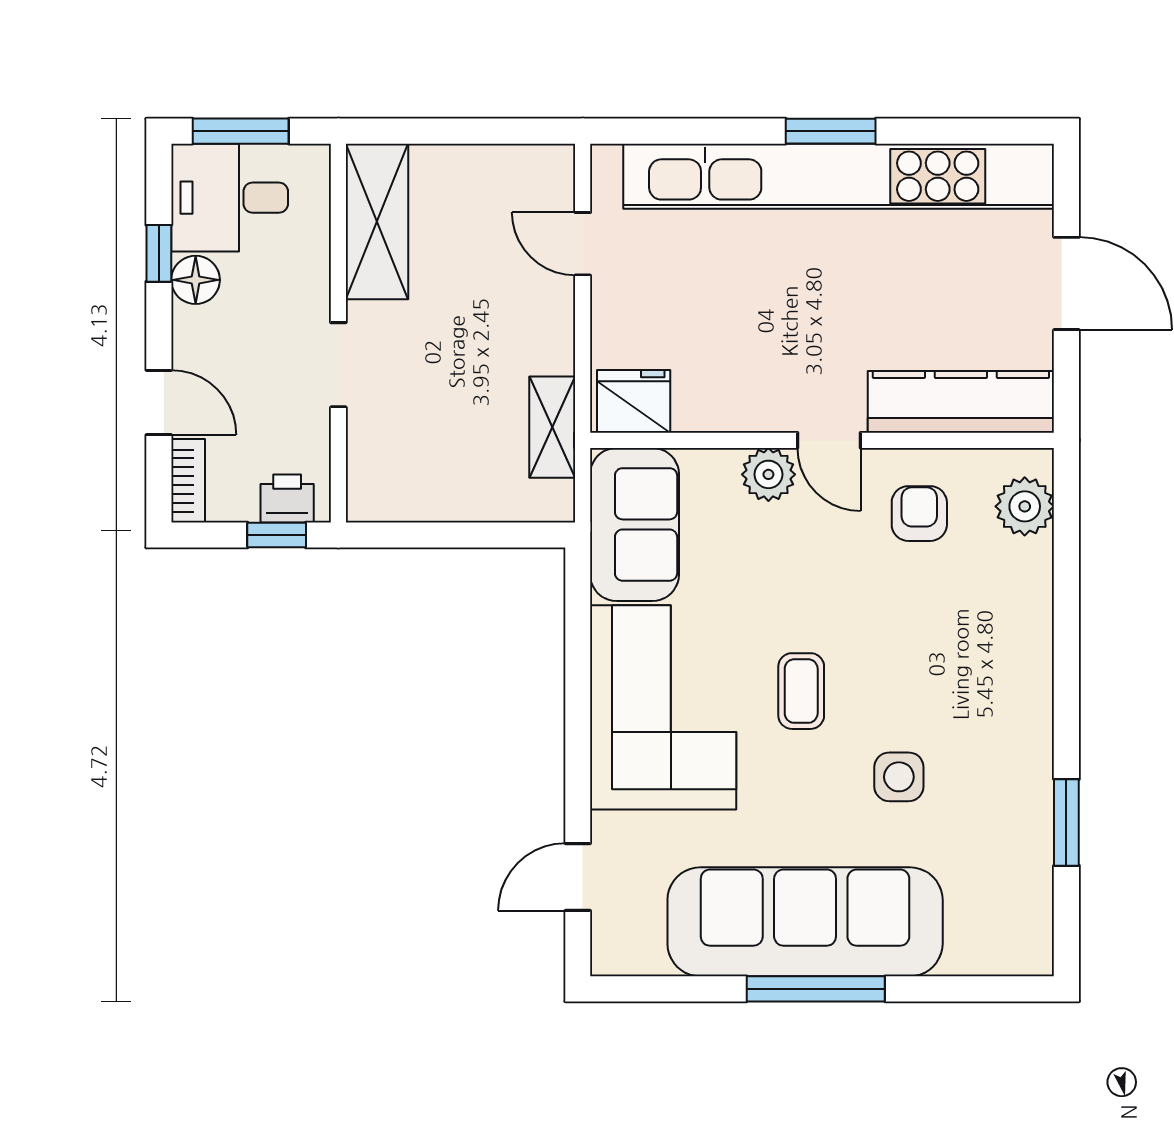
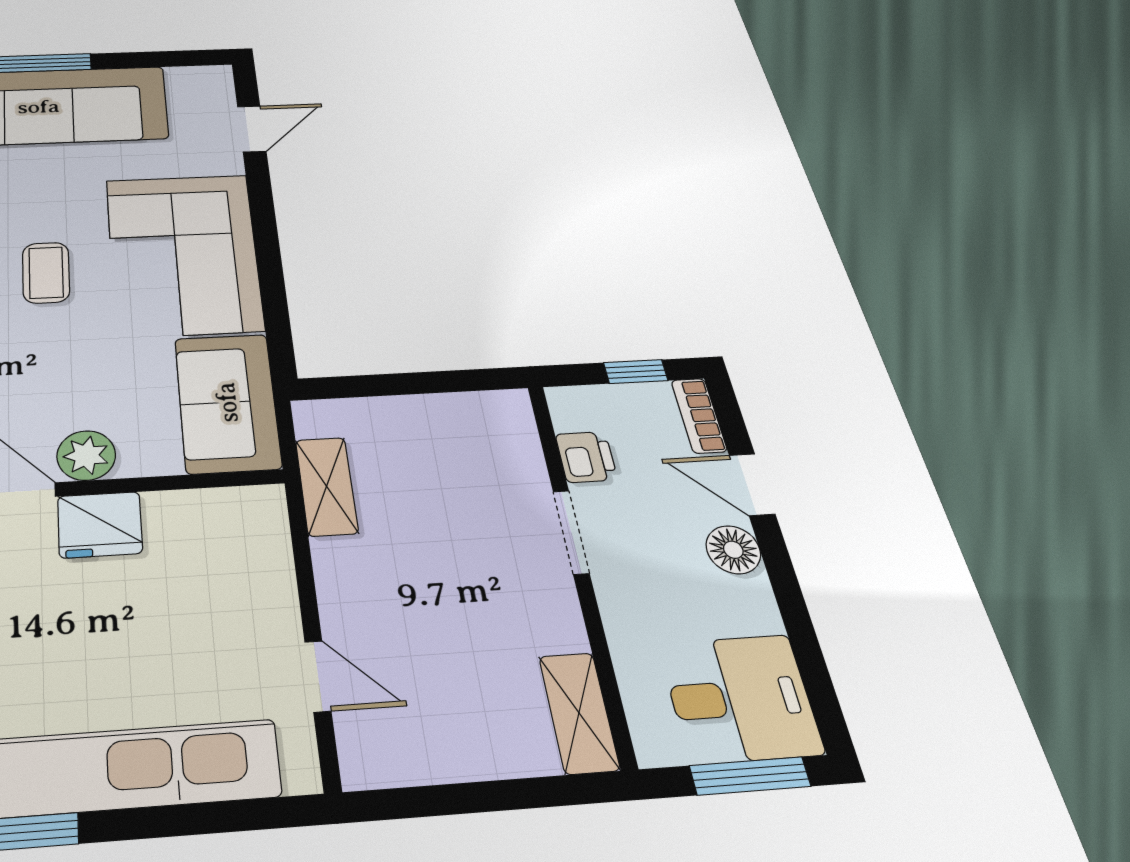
shelving: (377, 221) -> (579, 713), width x0.67, depth x0.75
window: (159, 253) -> (801, 632), removed
floor lamp: (196, 280) -> (733, 550), moved
fridge: (634, 401) -> (100, 525), moved
printer: (287, 498) -> (586, 457), moved, turned -90
window: (277, 535) -> (636, 372), moved

